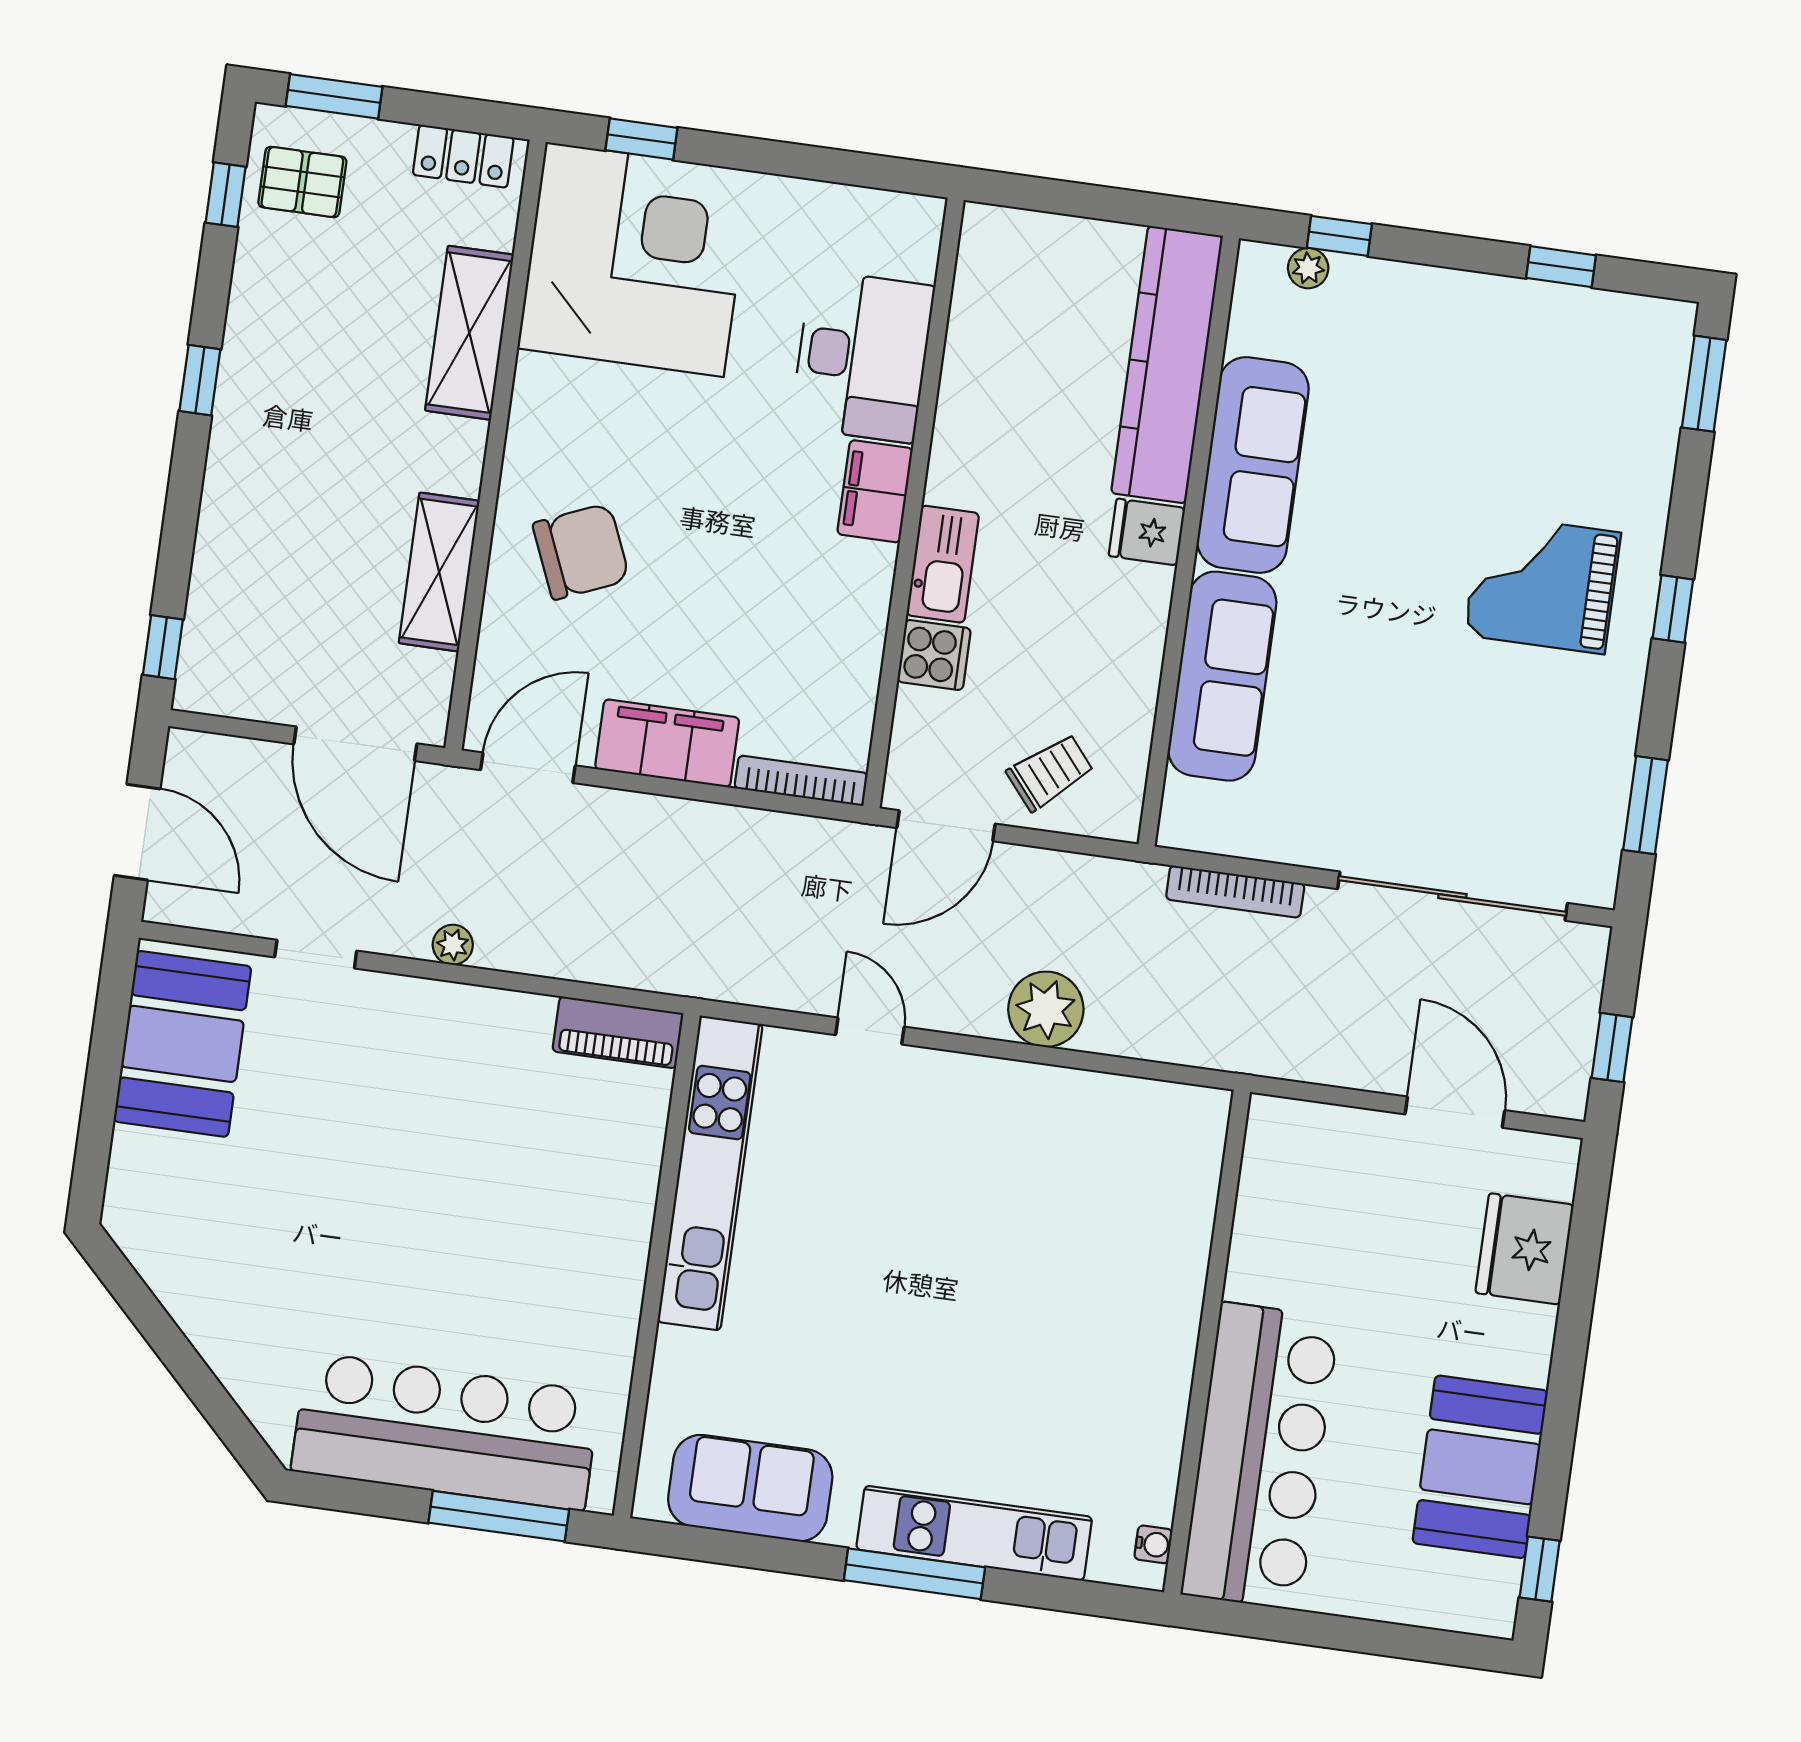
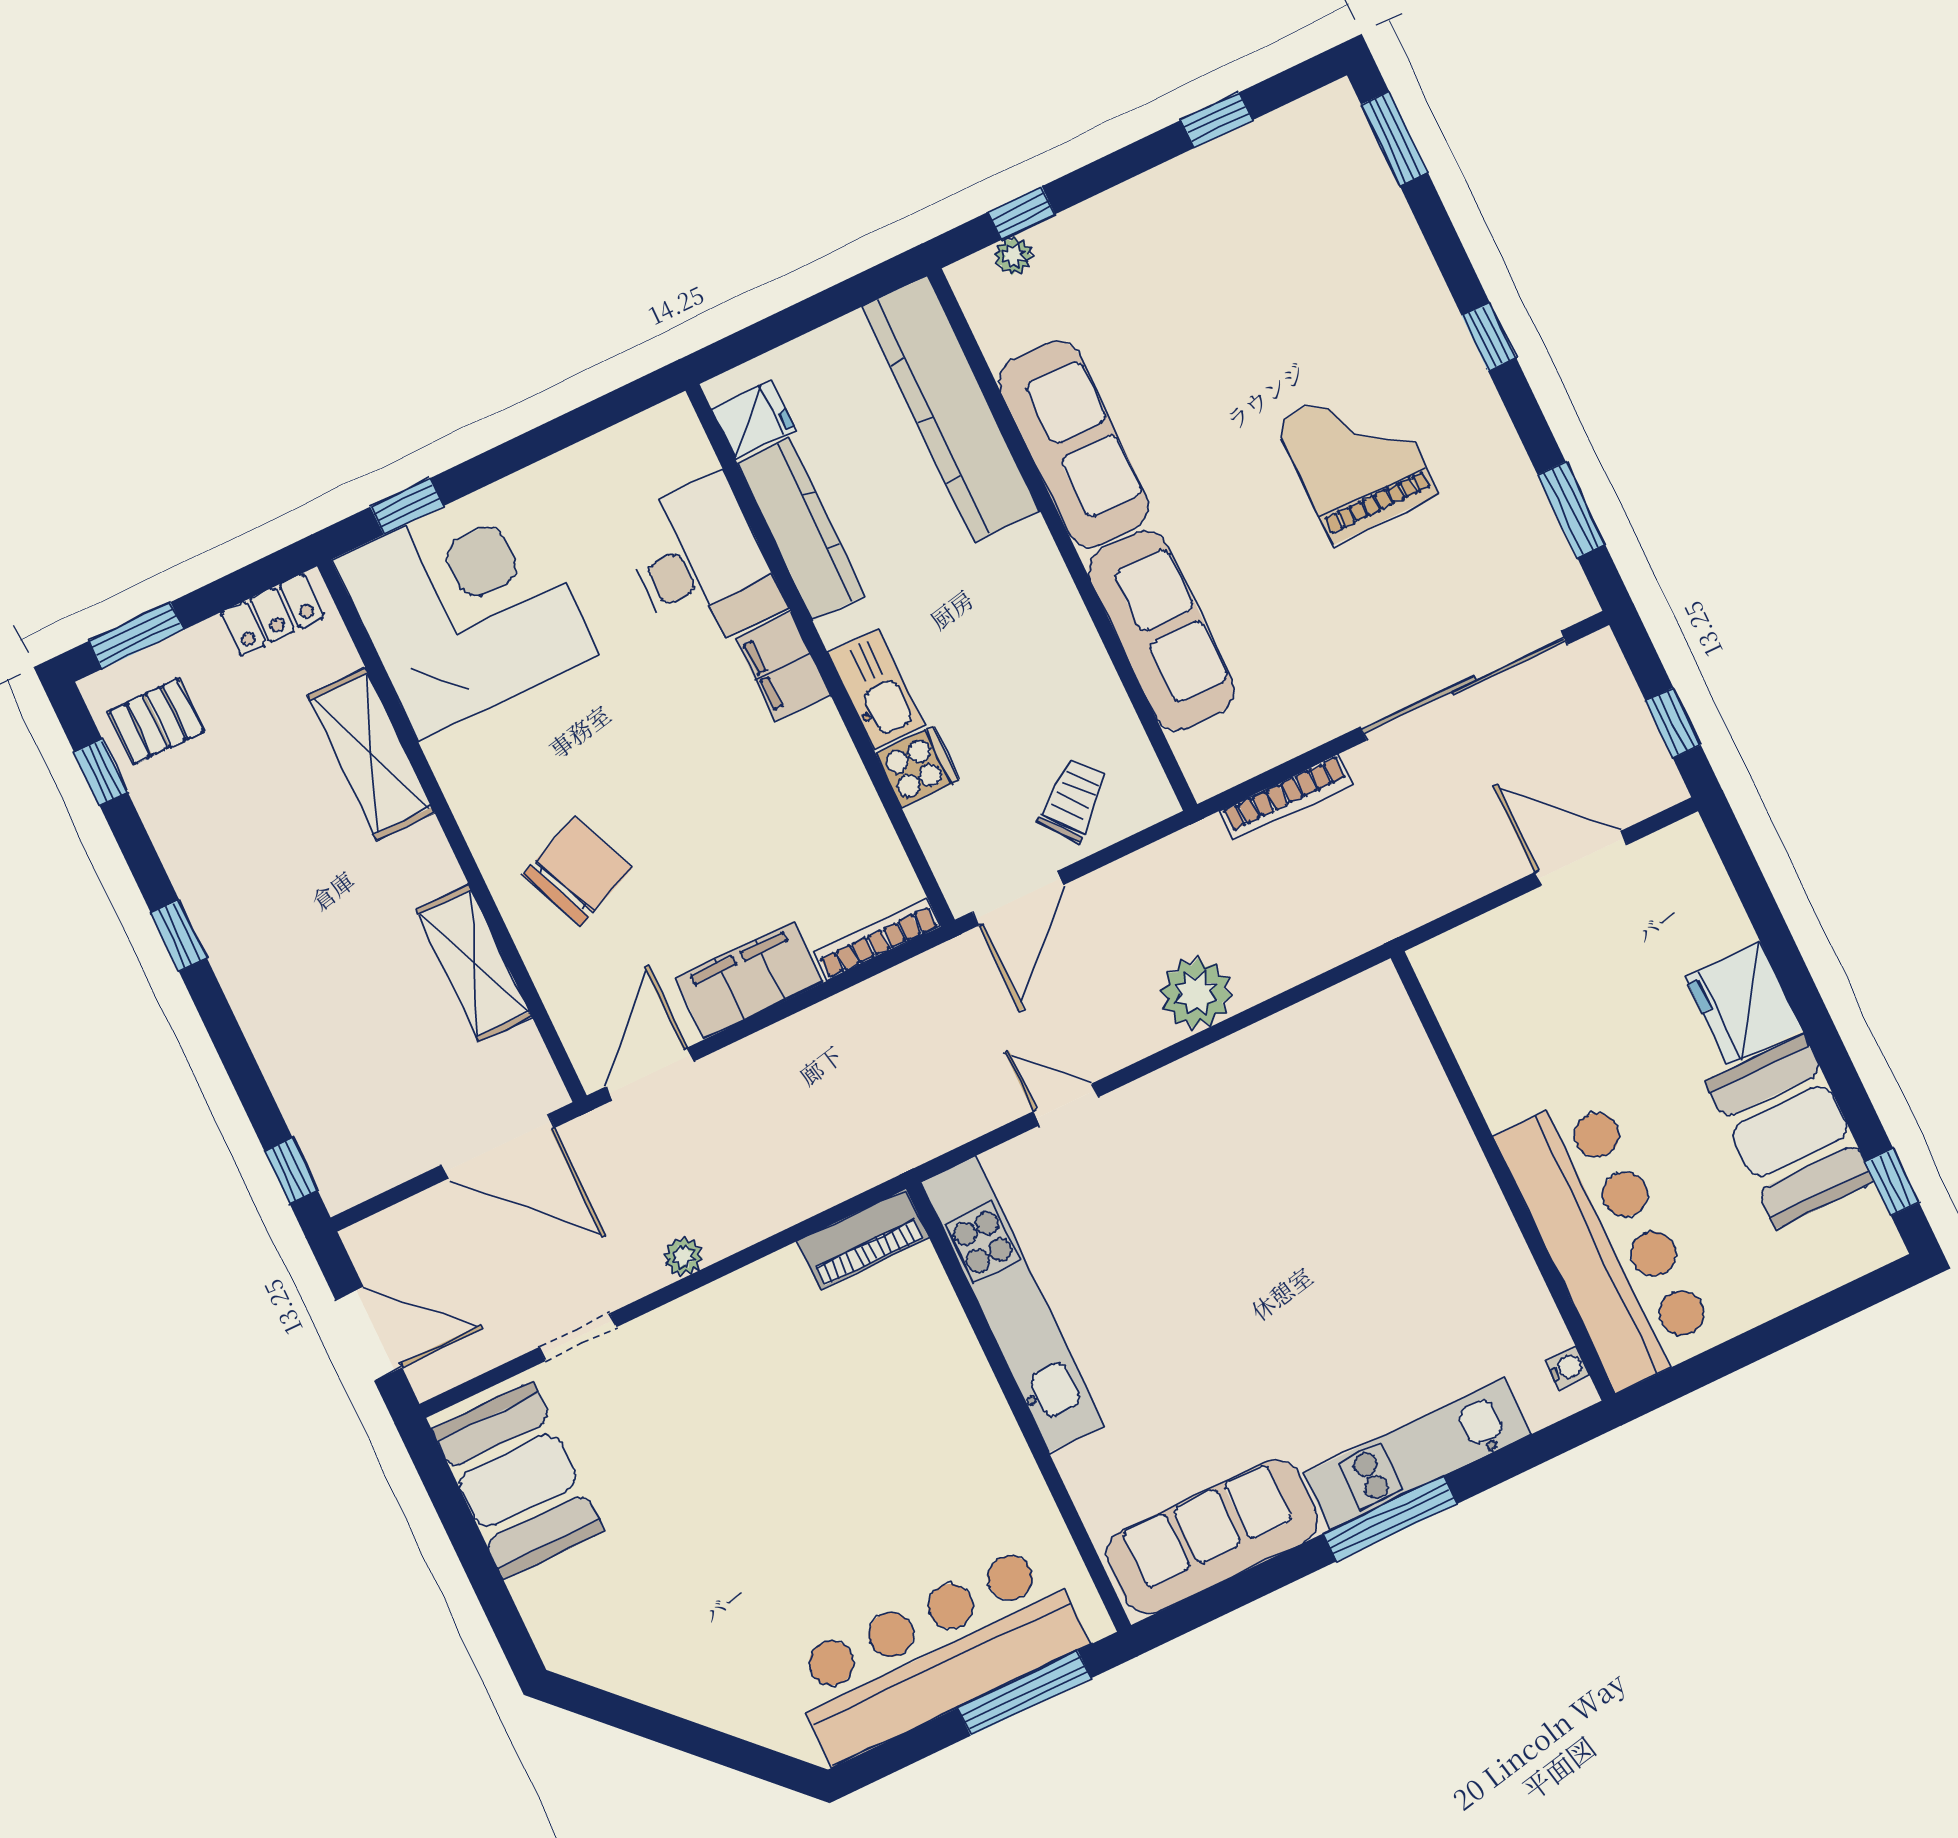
kitchen counter: (969, 383) -> (801, 529), added
fridge: (1147, 532) -> (753, 419), moved, turned 180
grand piano: (1543, 584) -> (1356, 458), moved, turned 90
fridge: (1525, 1249) -> (1744, 1004), moved
sofa: (750, 1488) -> (1212, 1537), width x1.36

